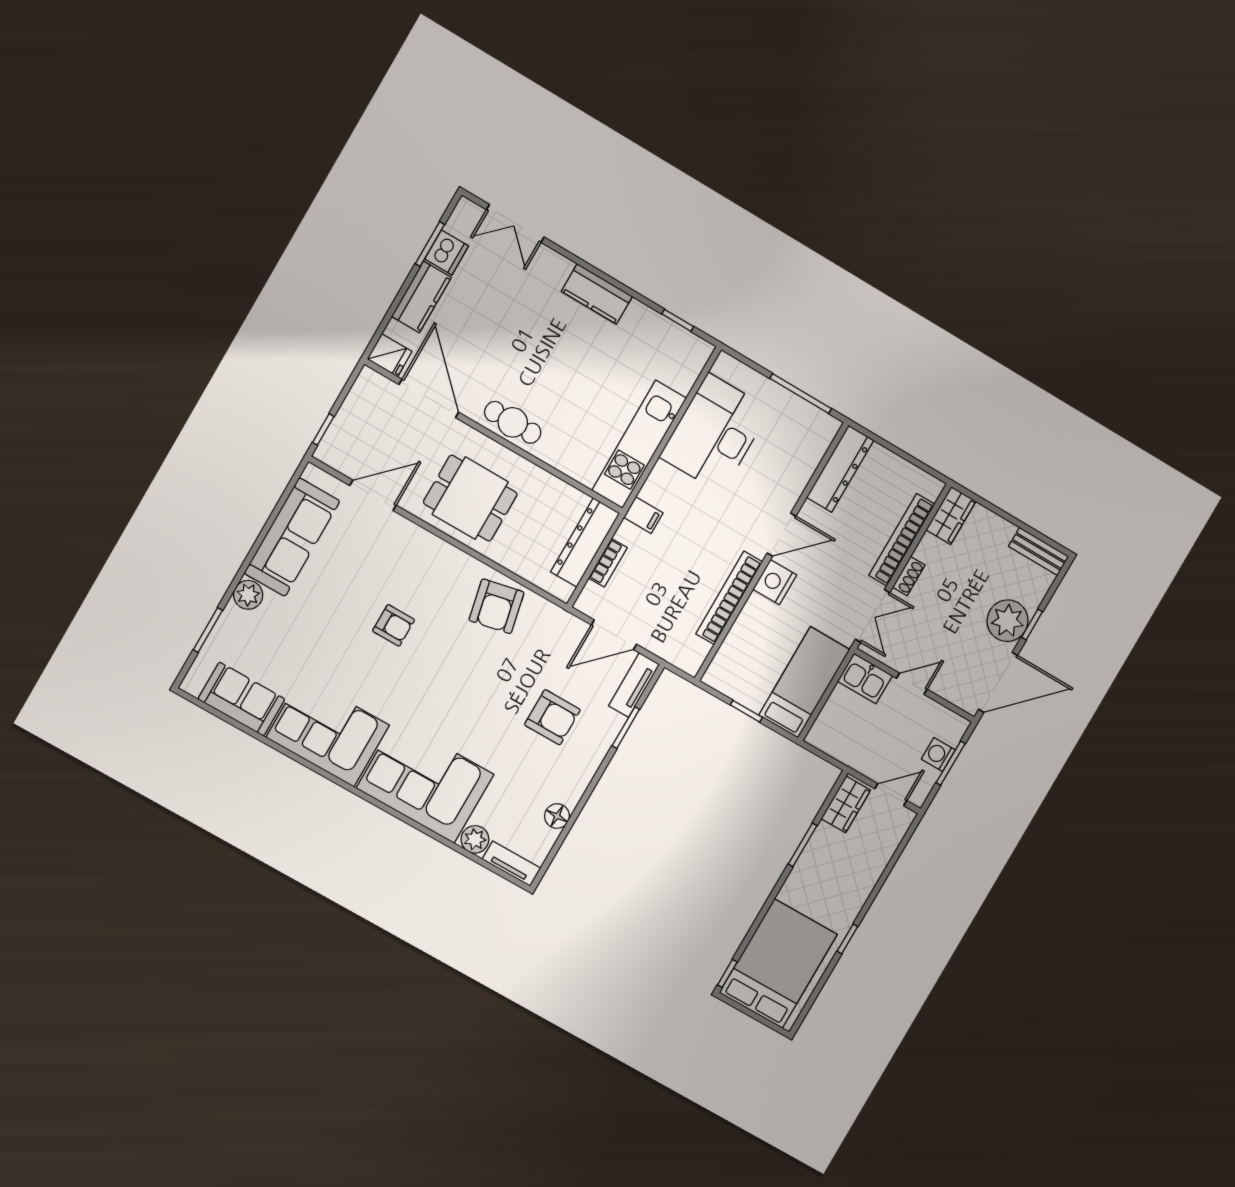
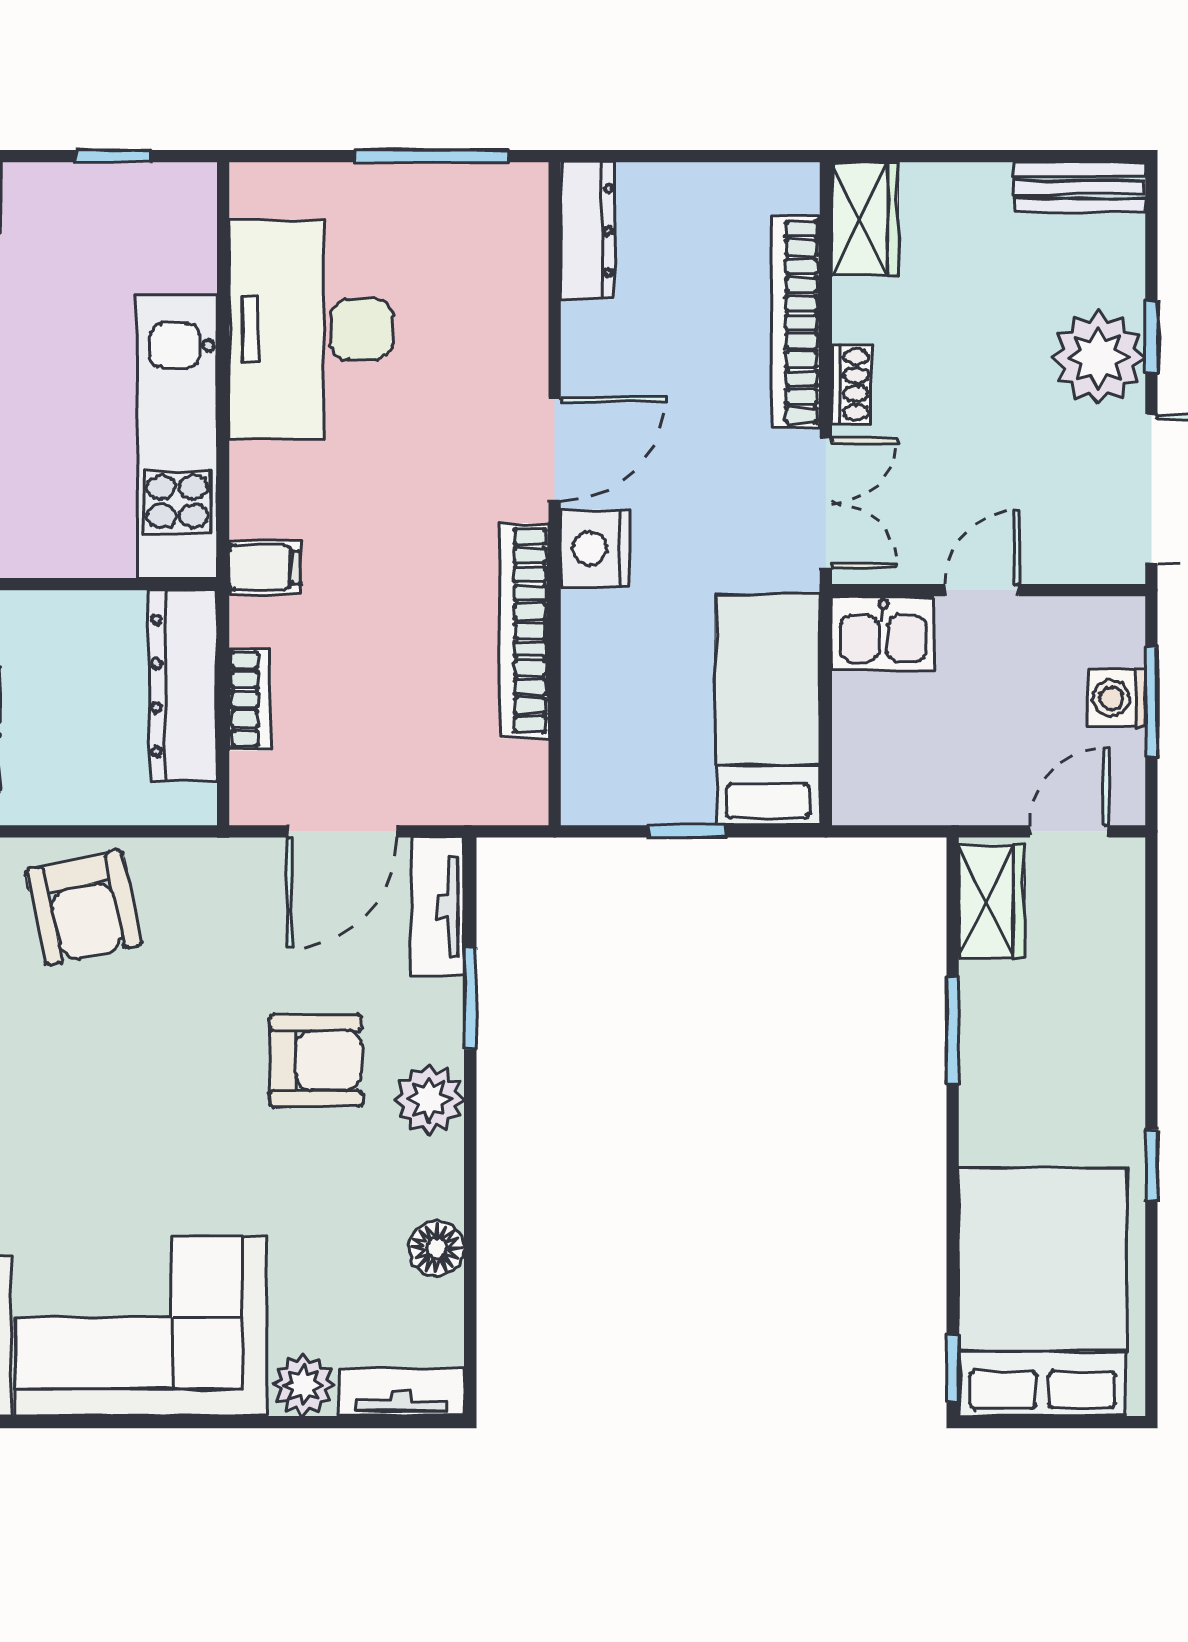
dresser: (840, 469) -> (587, 231), width x0.73, depth x0.80
plant: (588, 757) -> (429, 1099), added

